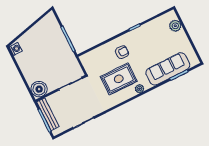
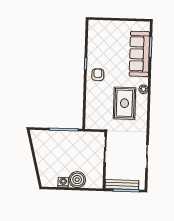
plant: (175, 26) -> (104, 26), removed
washing machine: (16, 49) -> (63, 182), moved
armchair: (122, 52) -> (98, 75), moved
boiler: (39, 89) -> (77, 180), moved

